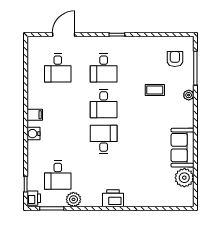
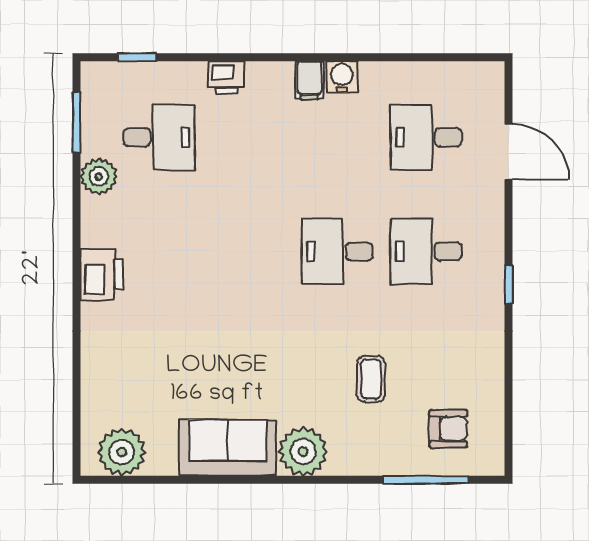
plant: (189, 95) -> (303, 451), moved, width x1.87, depth x1.87
water cooler: (33, 134) -> (342, 77), moved
desk: (104, 139) -> (248, 251), removed
desk: (58, 175) -> (159, 137), turned 180
plant: (184, 178) -> (122, 452), moved
printer: (34, 198) -> (226, 78), moved

